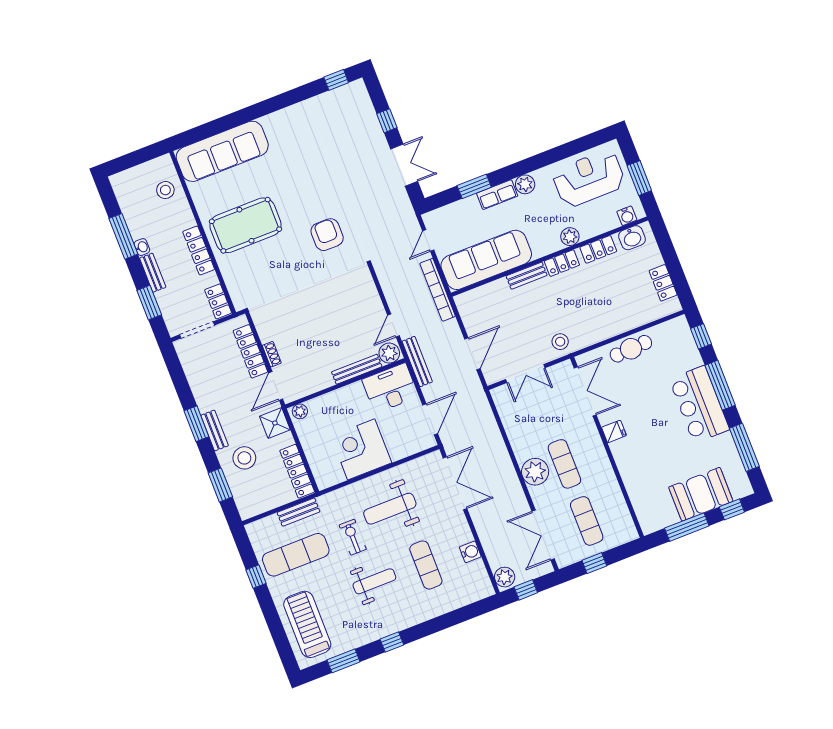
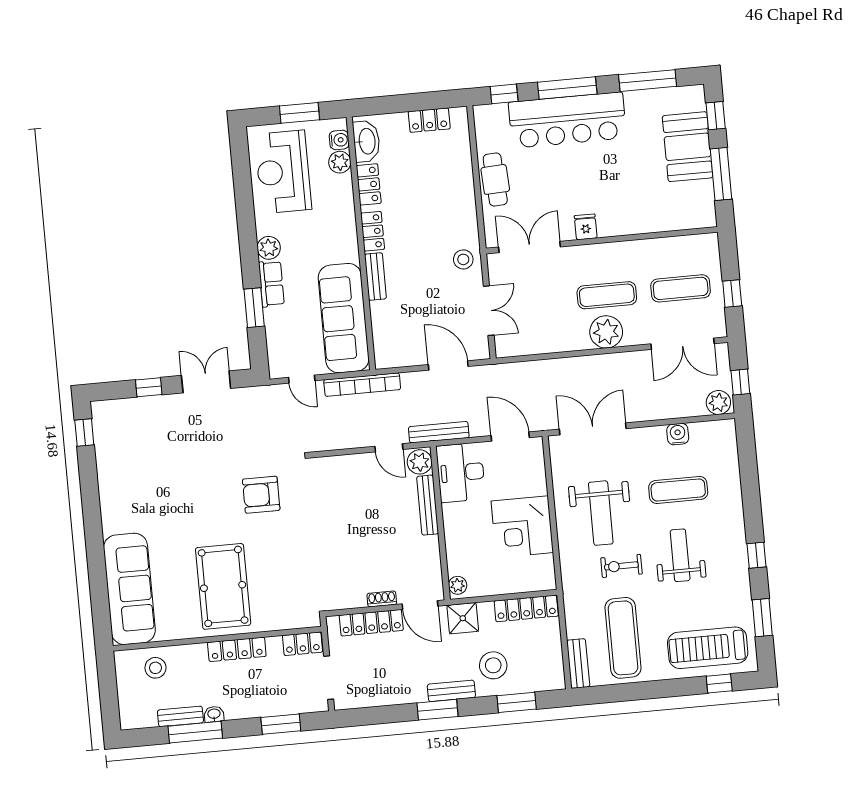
plant: (570, 237) -> (340, 162), moved
washbasin: (632, 238) -> (366, 141), width x1.38
bench: (153, 273) -> (180, 716), moved
bar counter: (699, 404) -> (567, 120), width x1.36
bench: (298, 512) -> (578, 664), moved
window: (256, 577) -> (719, 683), moved

